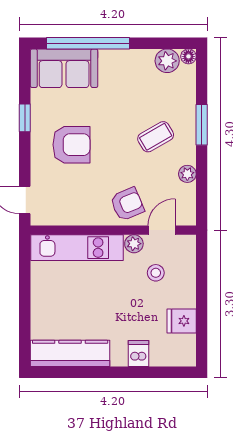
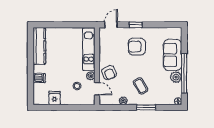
window: (88, 43) -> (184, 73), moved
plant: (167, 61) -> (176, 77), moved
sofa: (64, 68) -> (172, 55), moved
window: (25, 118) -> (136, 25), moved
armchair: (71, 145) -> (137, 47), turned 90

